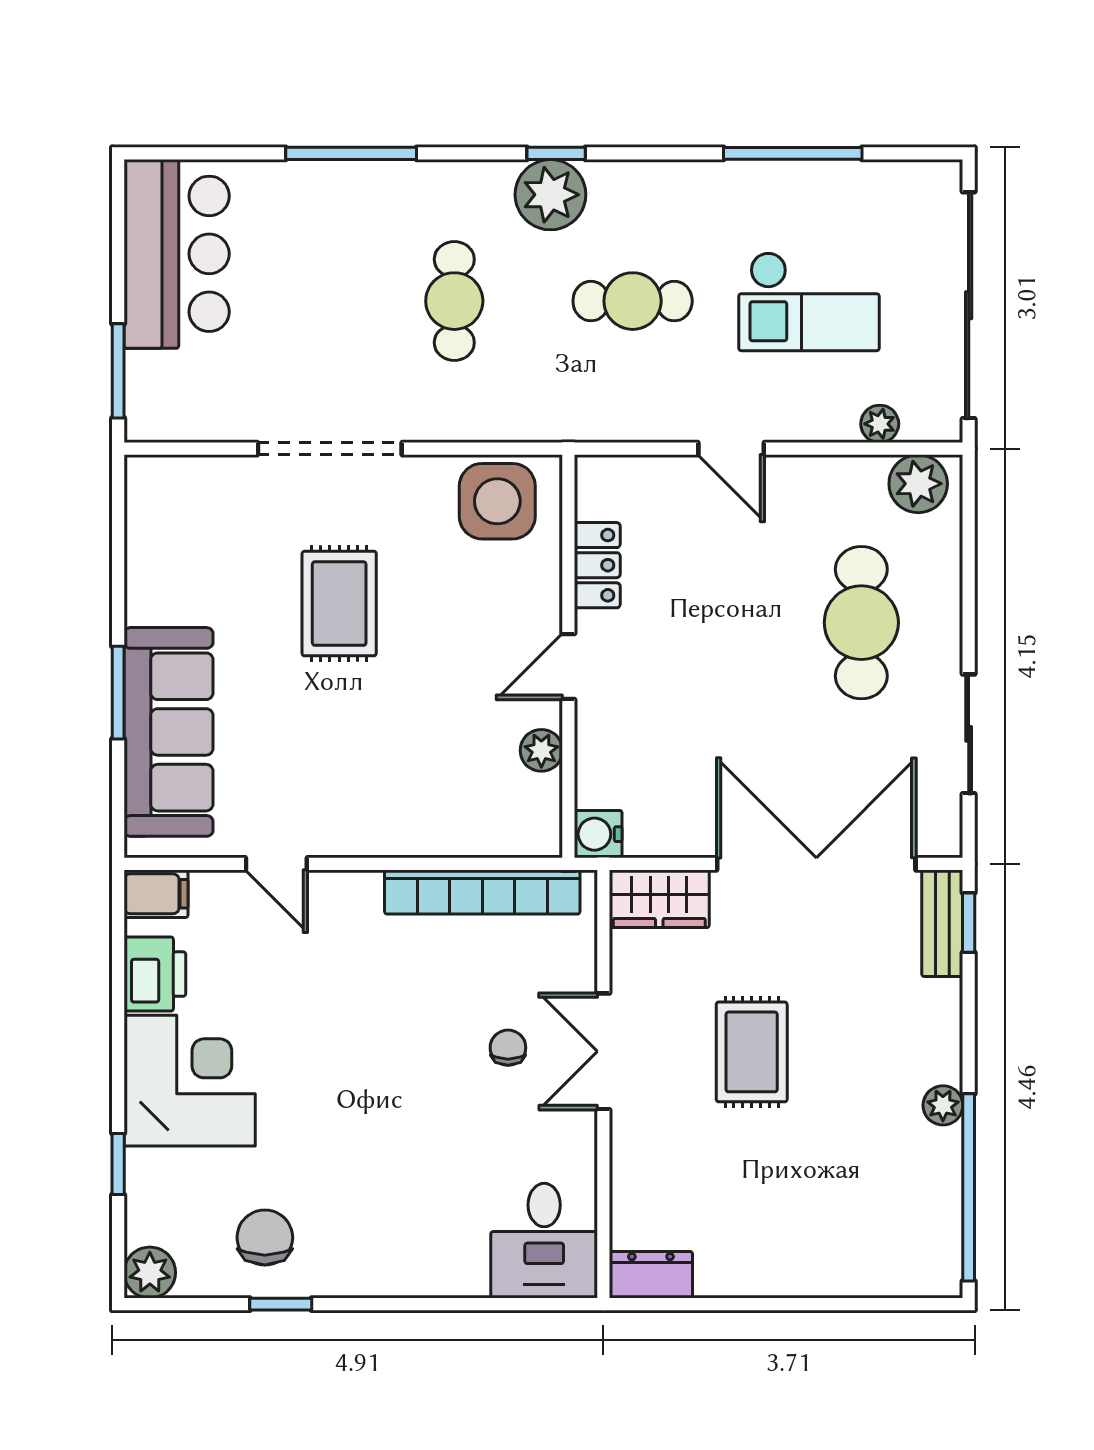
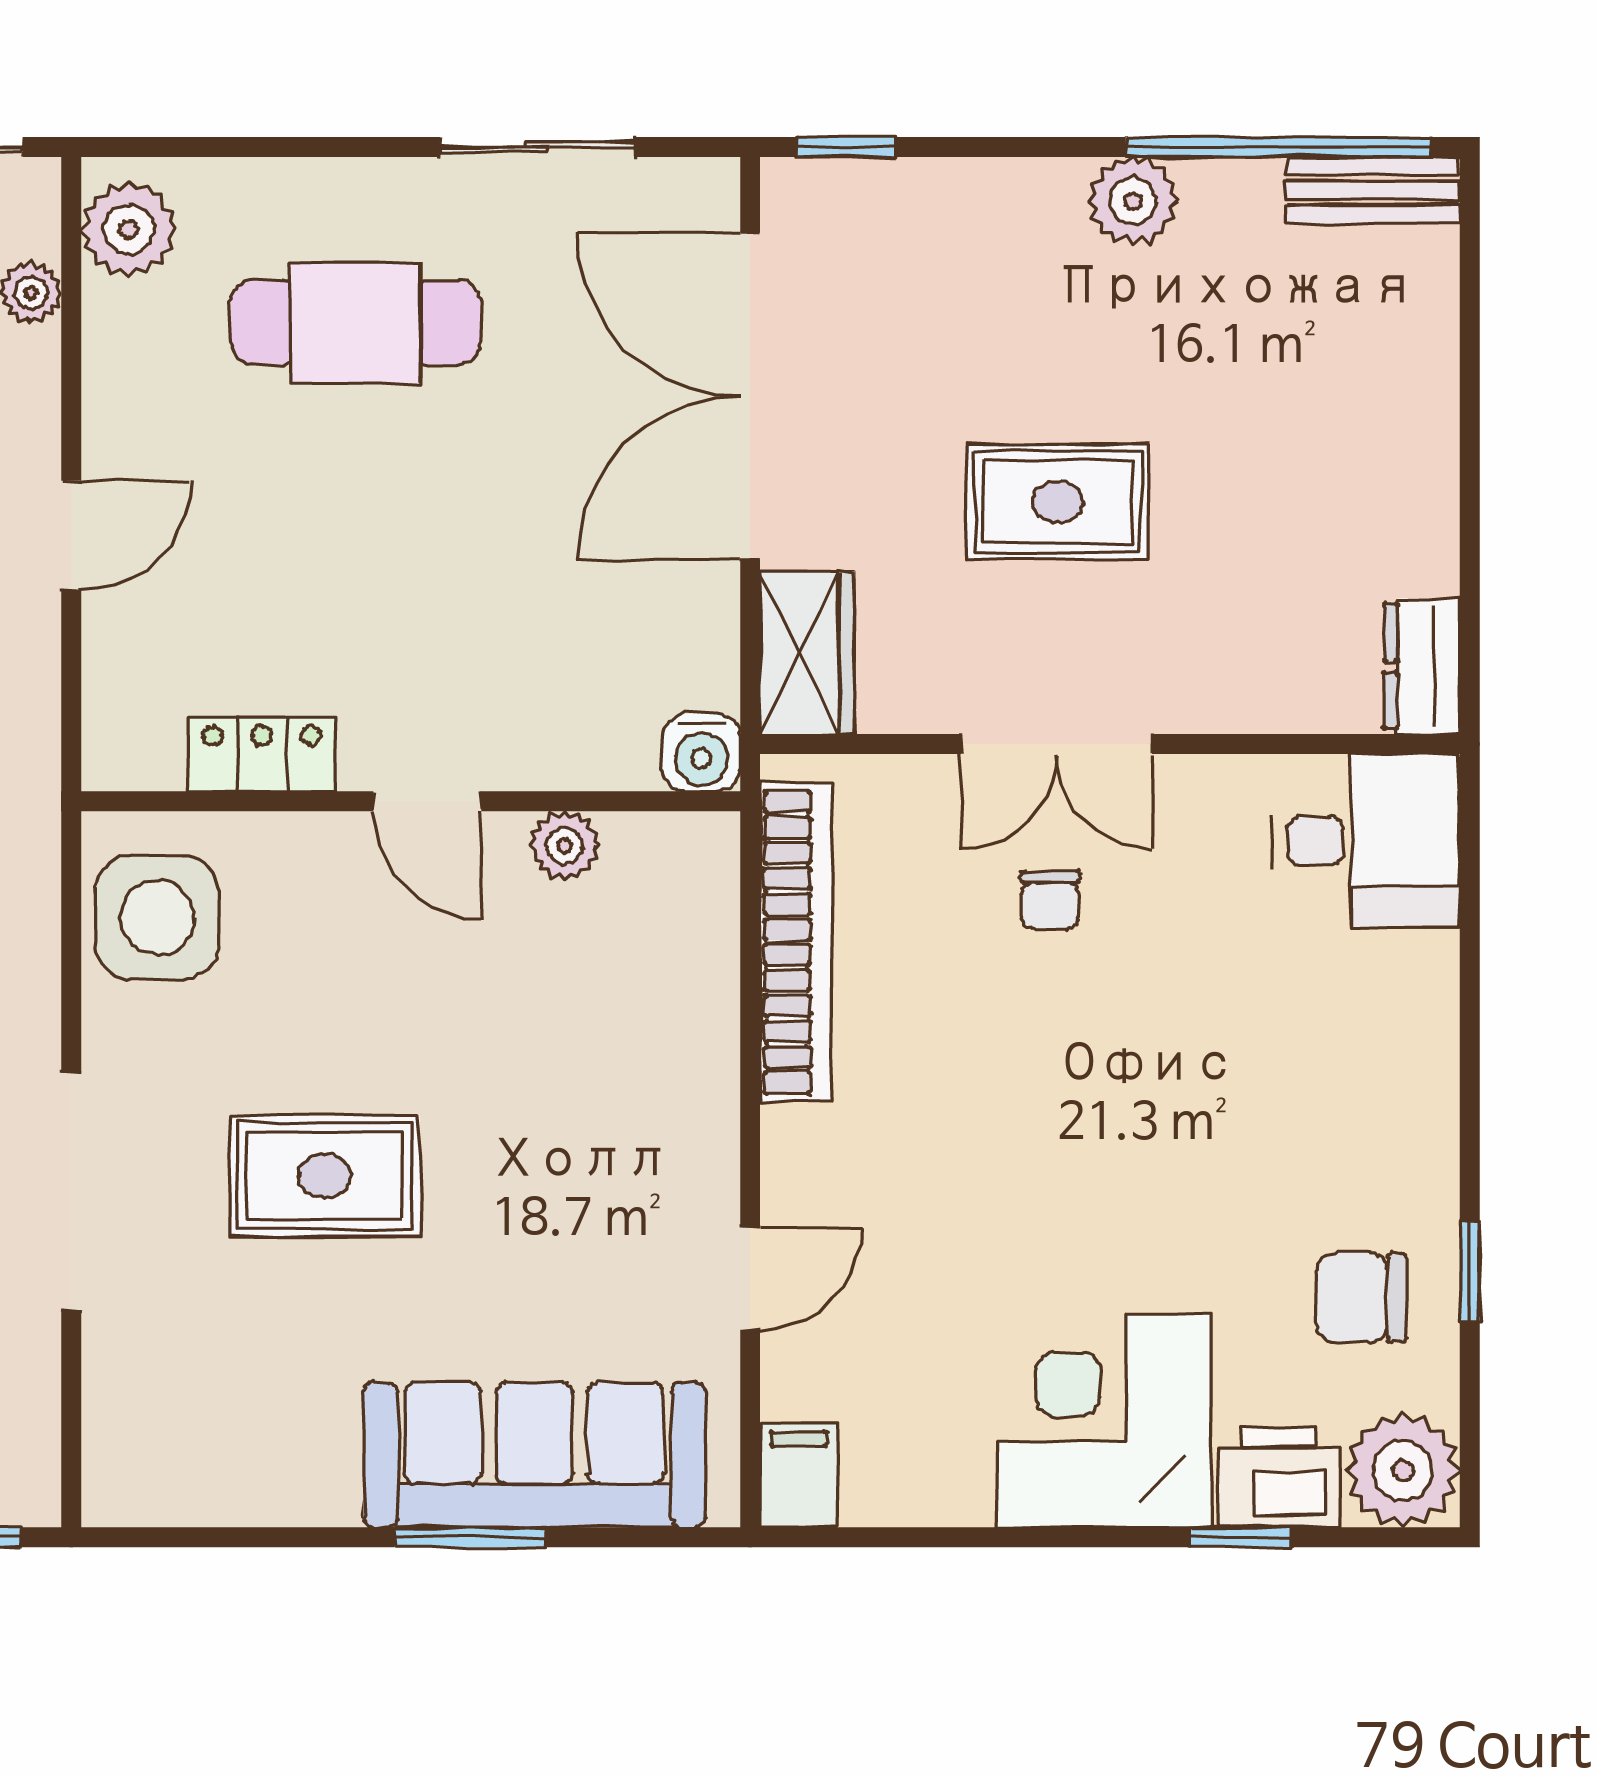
bench: (942, 923) -> (1373, 190), moved
printer: (155, 974) -> (1279, 1477), moved
chair: (508, 1048) -> (1051, 900), turned -90
plant: (943, 1105) -> (1133, 201), width x1.38, depth x1.38
plant: (150, 1273) -> (1403, 1470), width x1.36, depth x1.36

